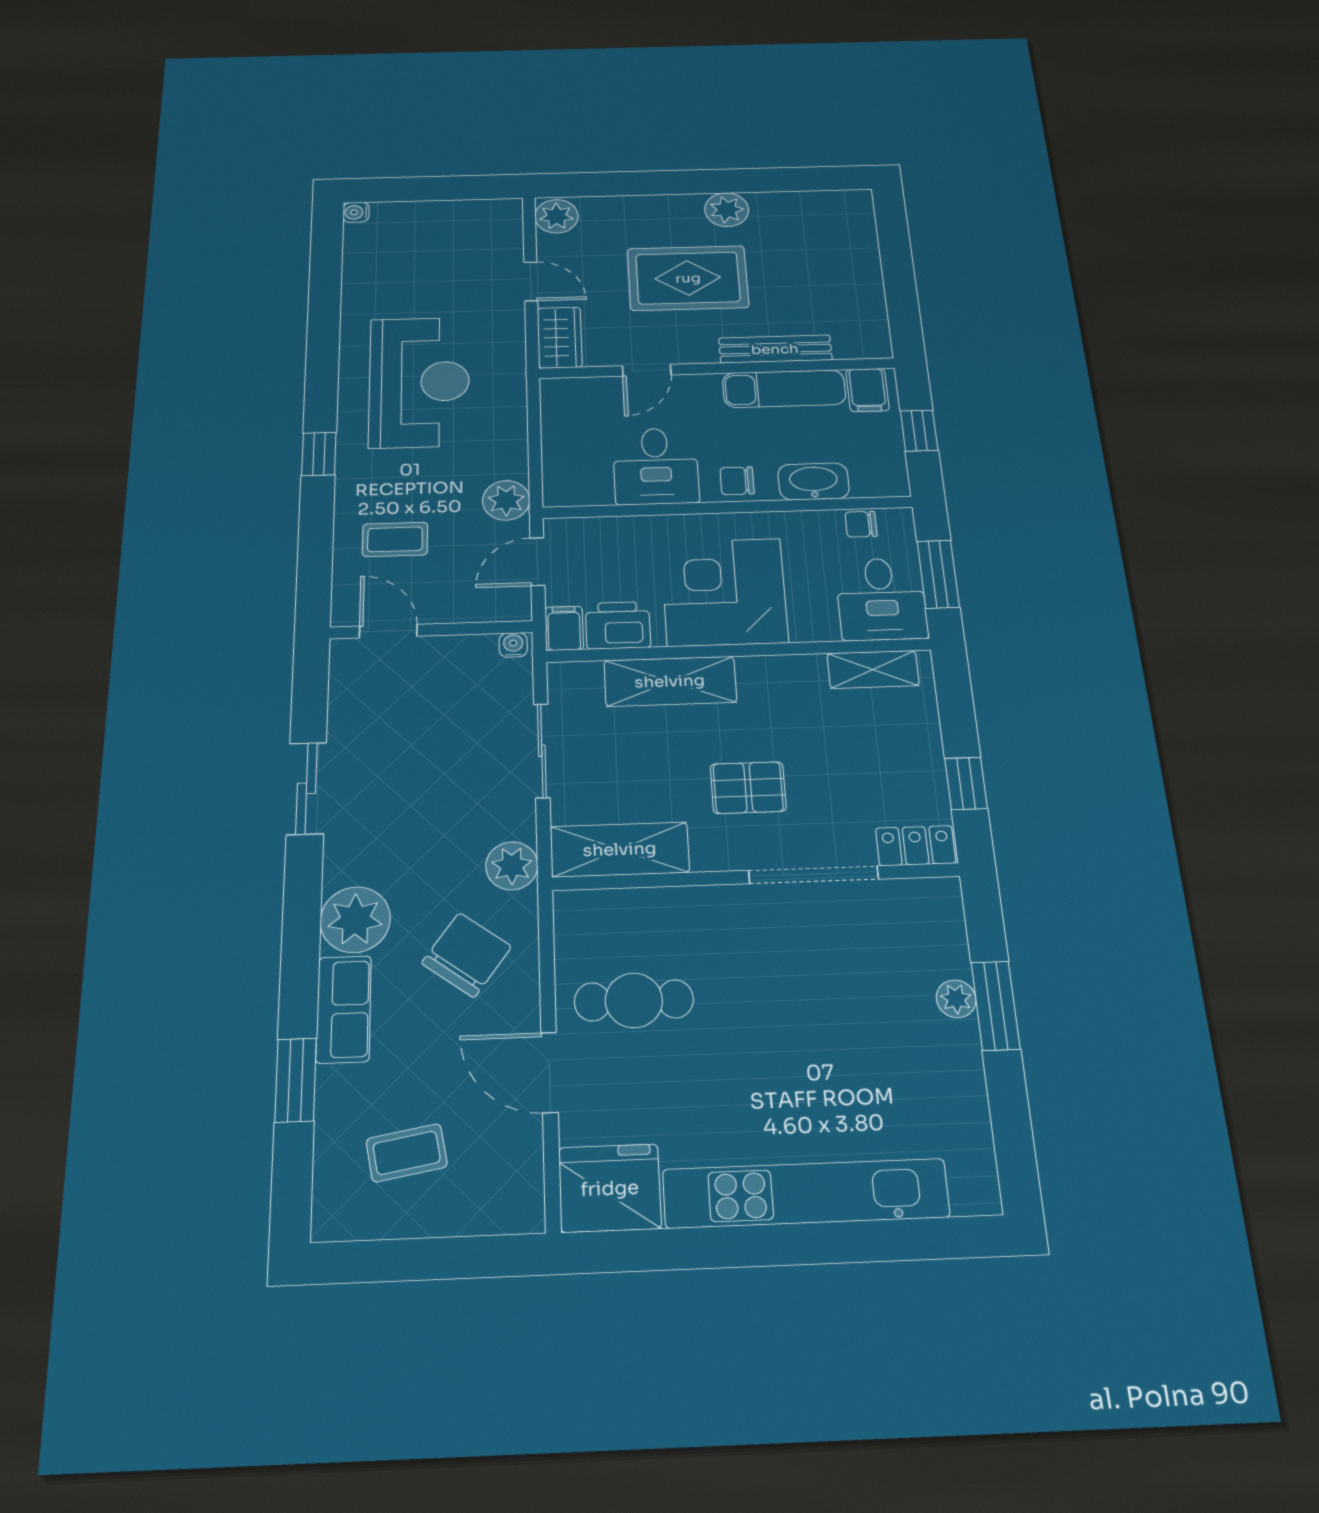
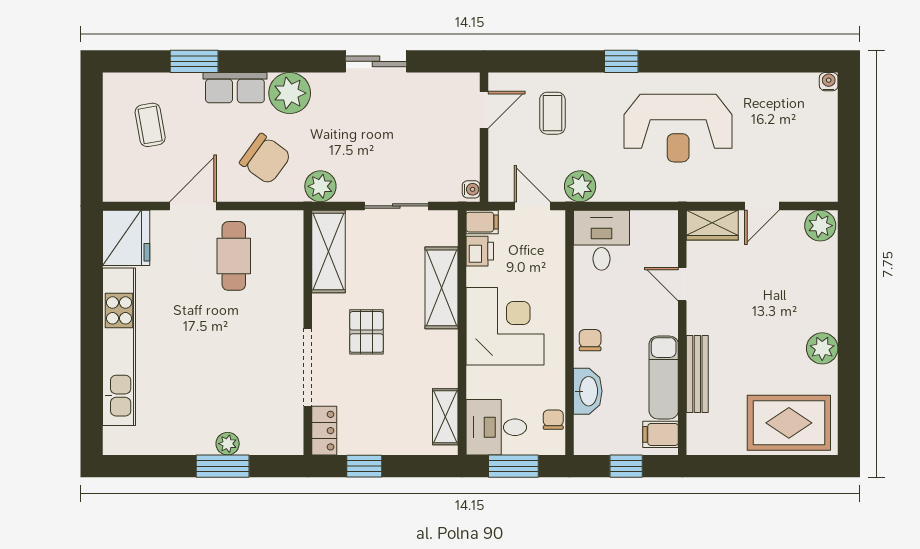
rug: (688, 278) -> (789, 423), moved, turned 90
desk: (656, 466) -> (601, 240), moved, turned 90
printer: (618, 625) -> (480, 251), width x0.73, depth x0.81

